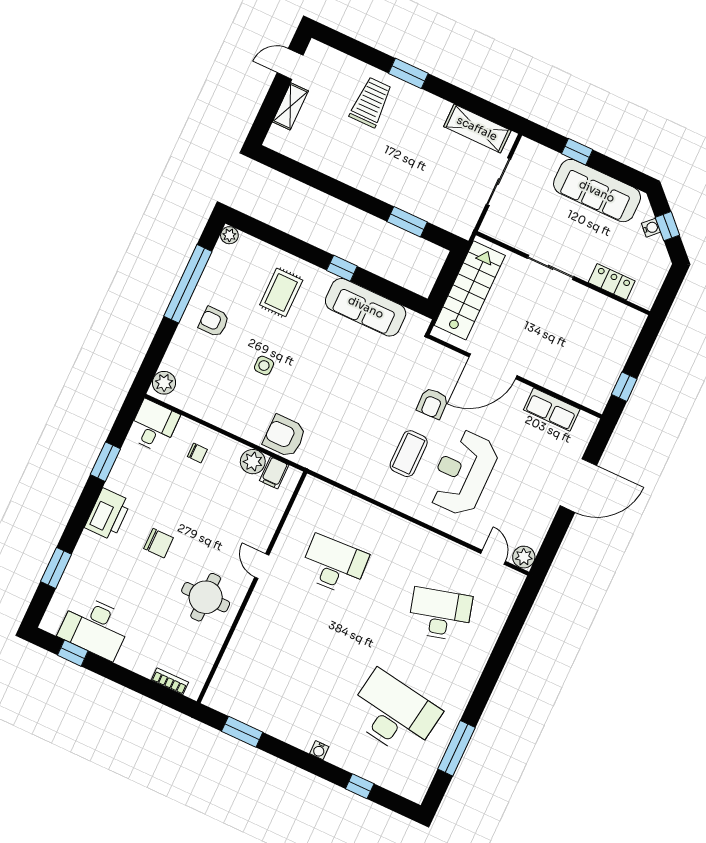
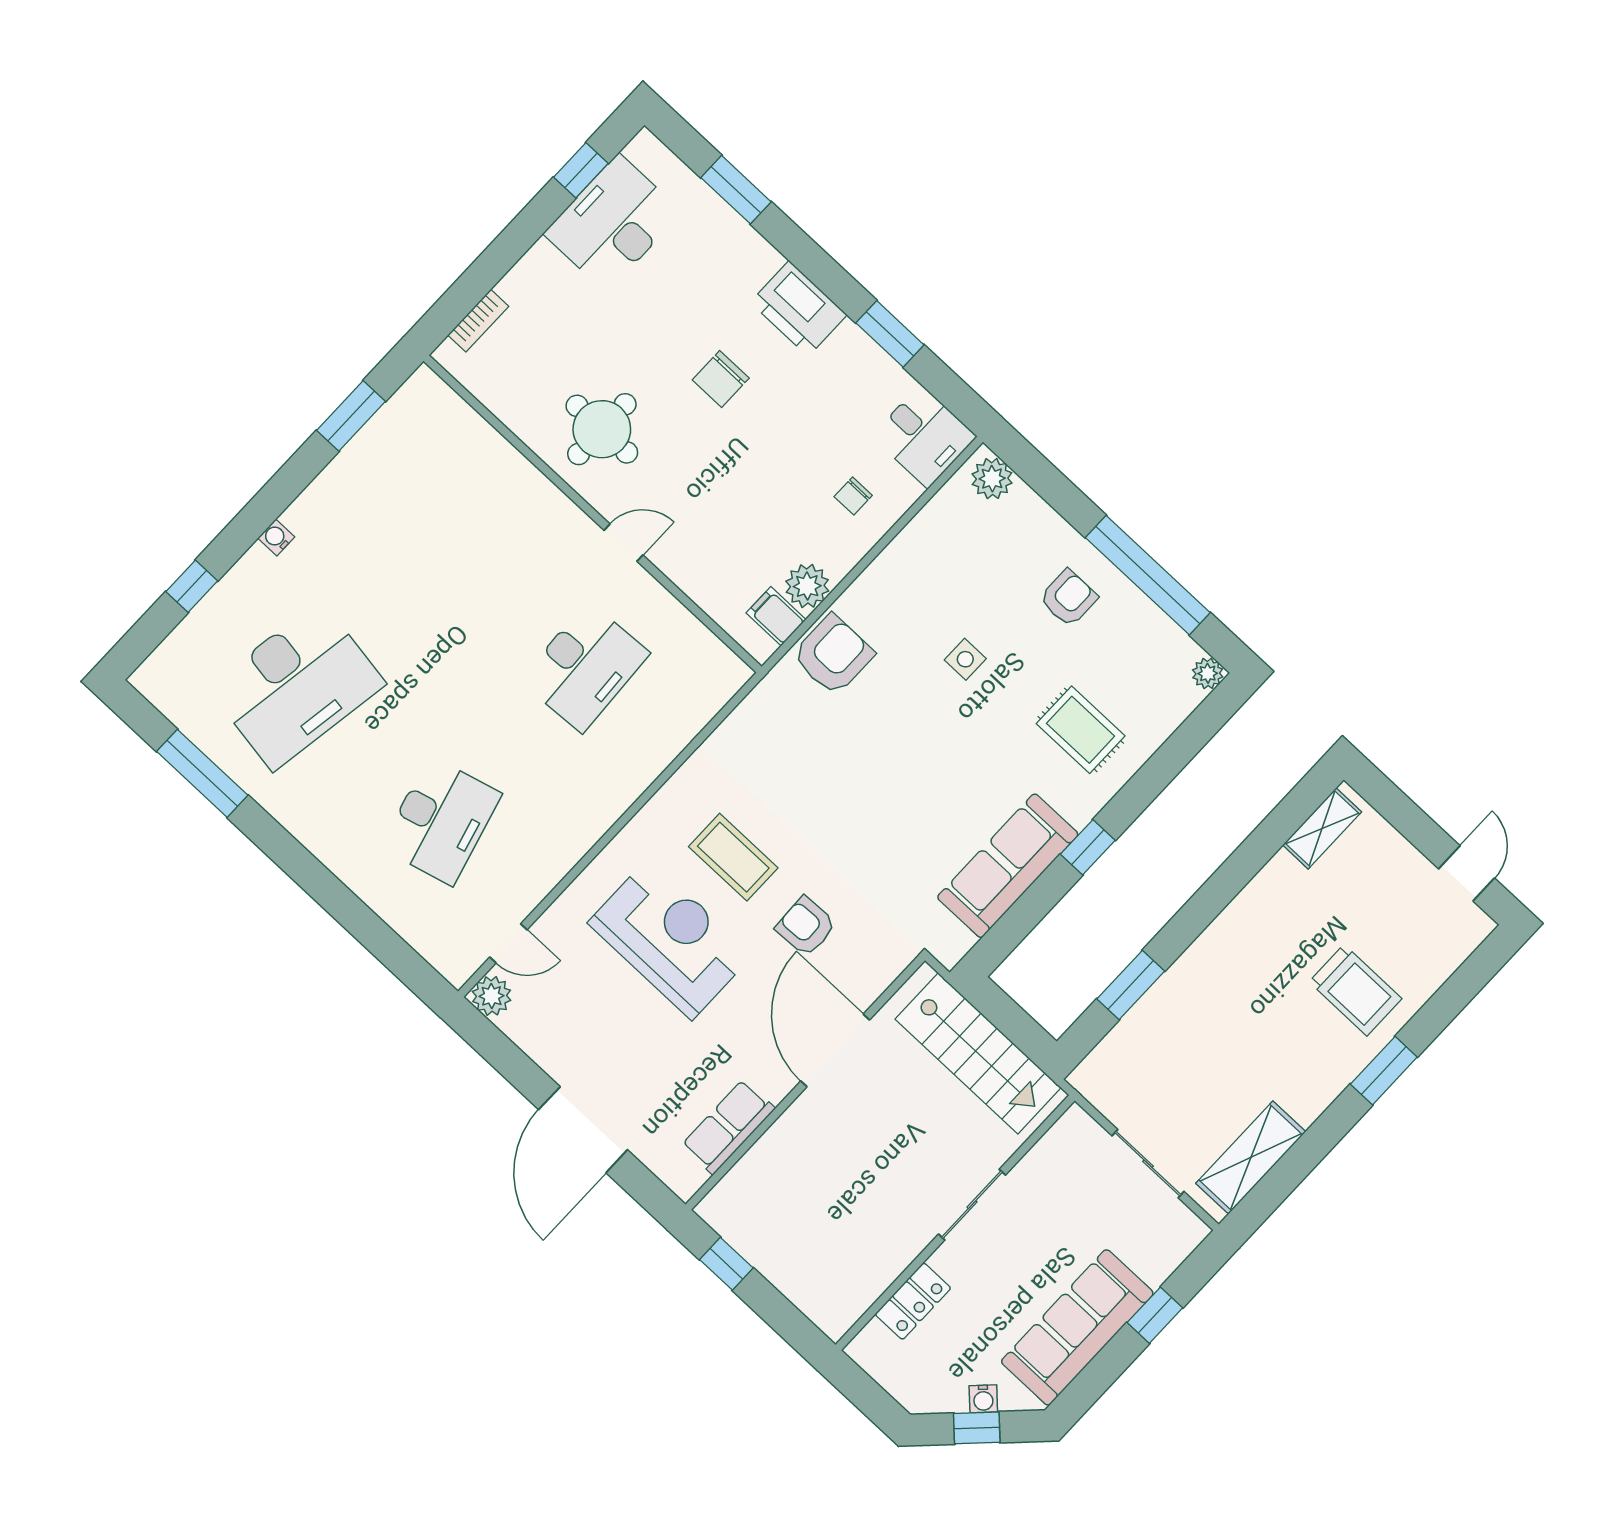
shelving: (290, 106) -> (1322, 828), moved, turned 90

